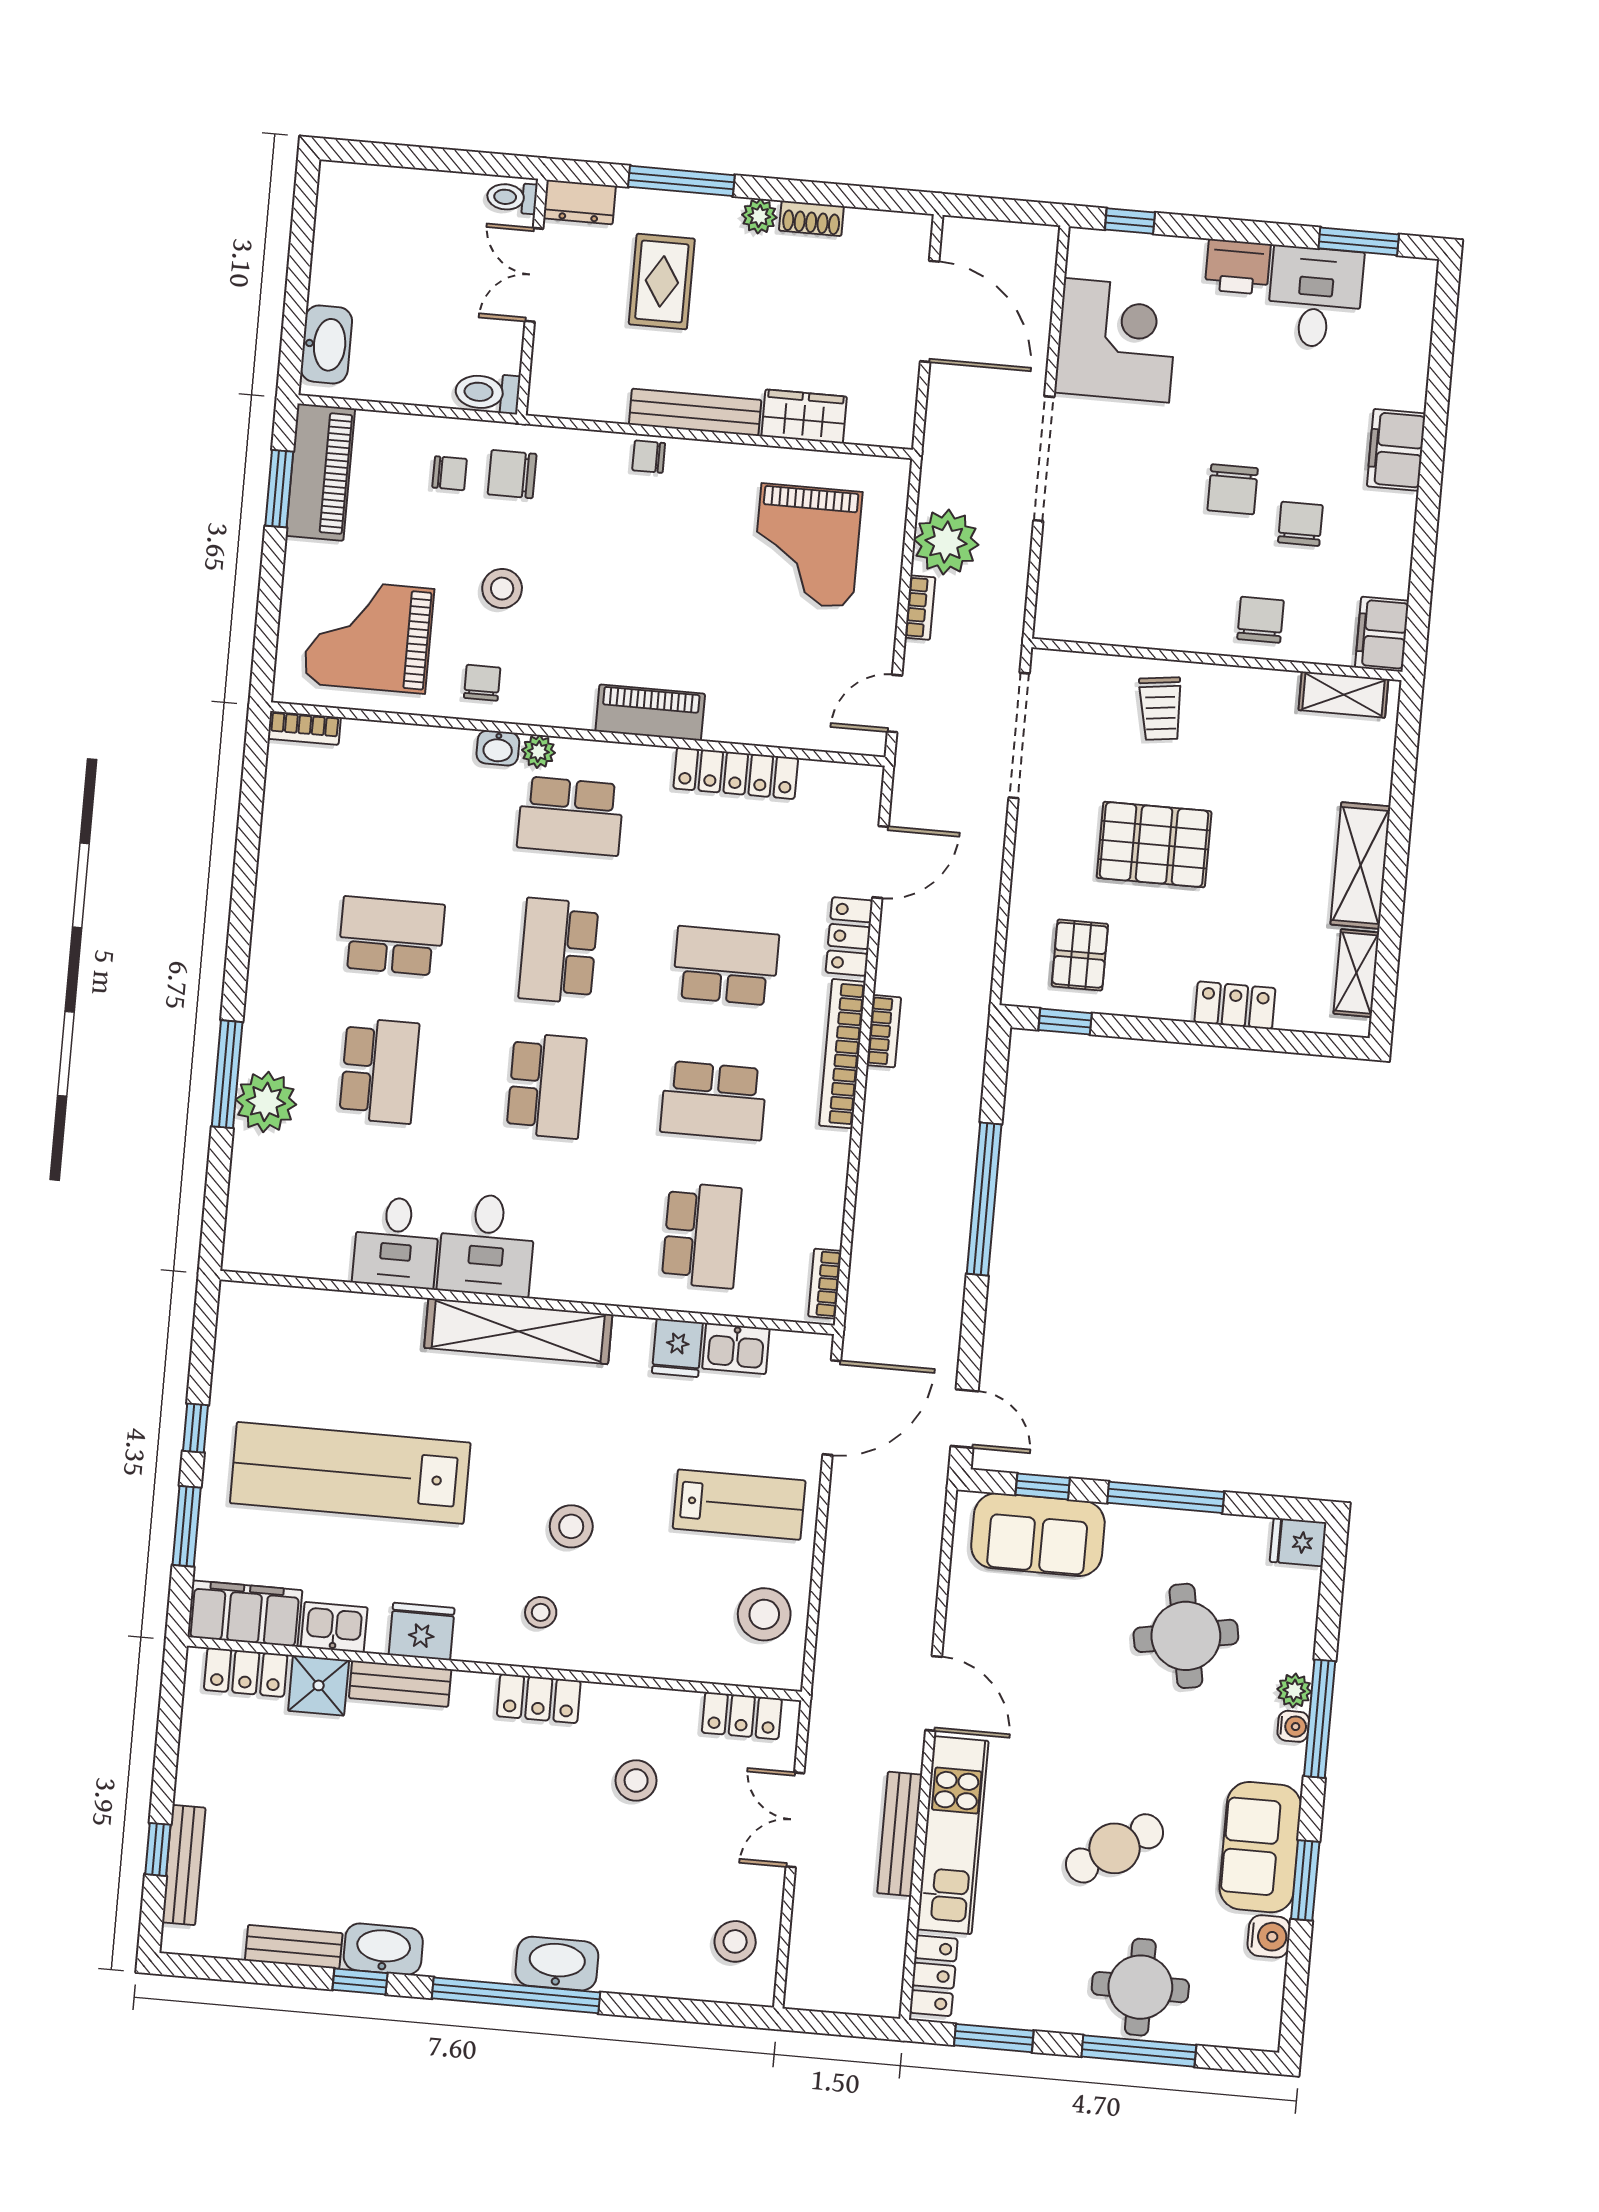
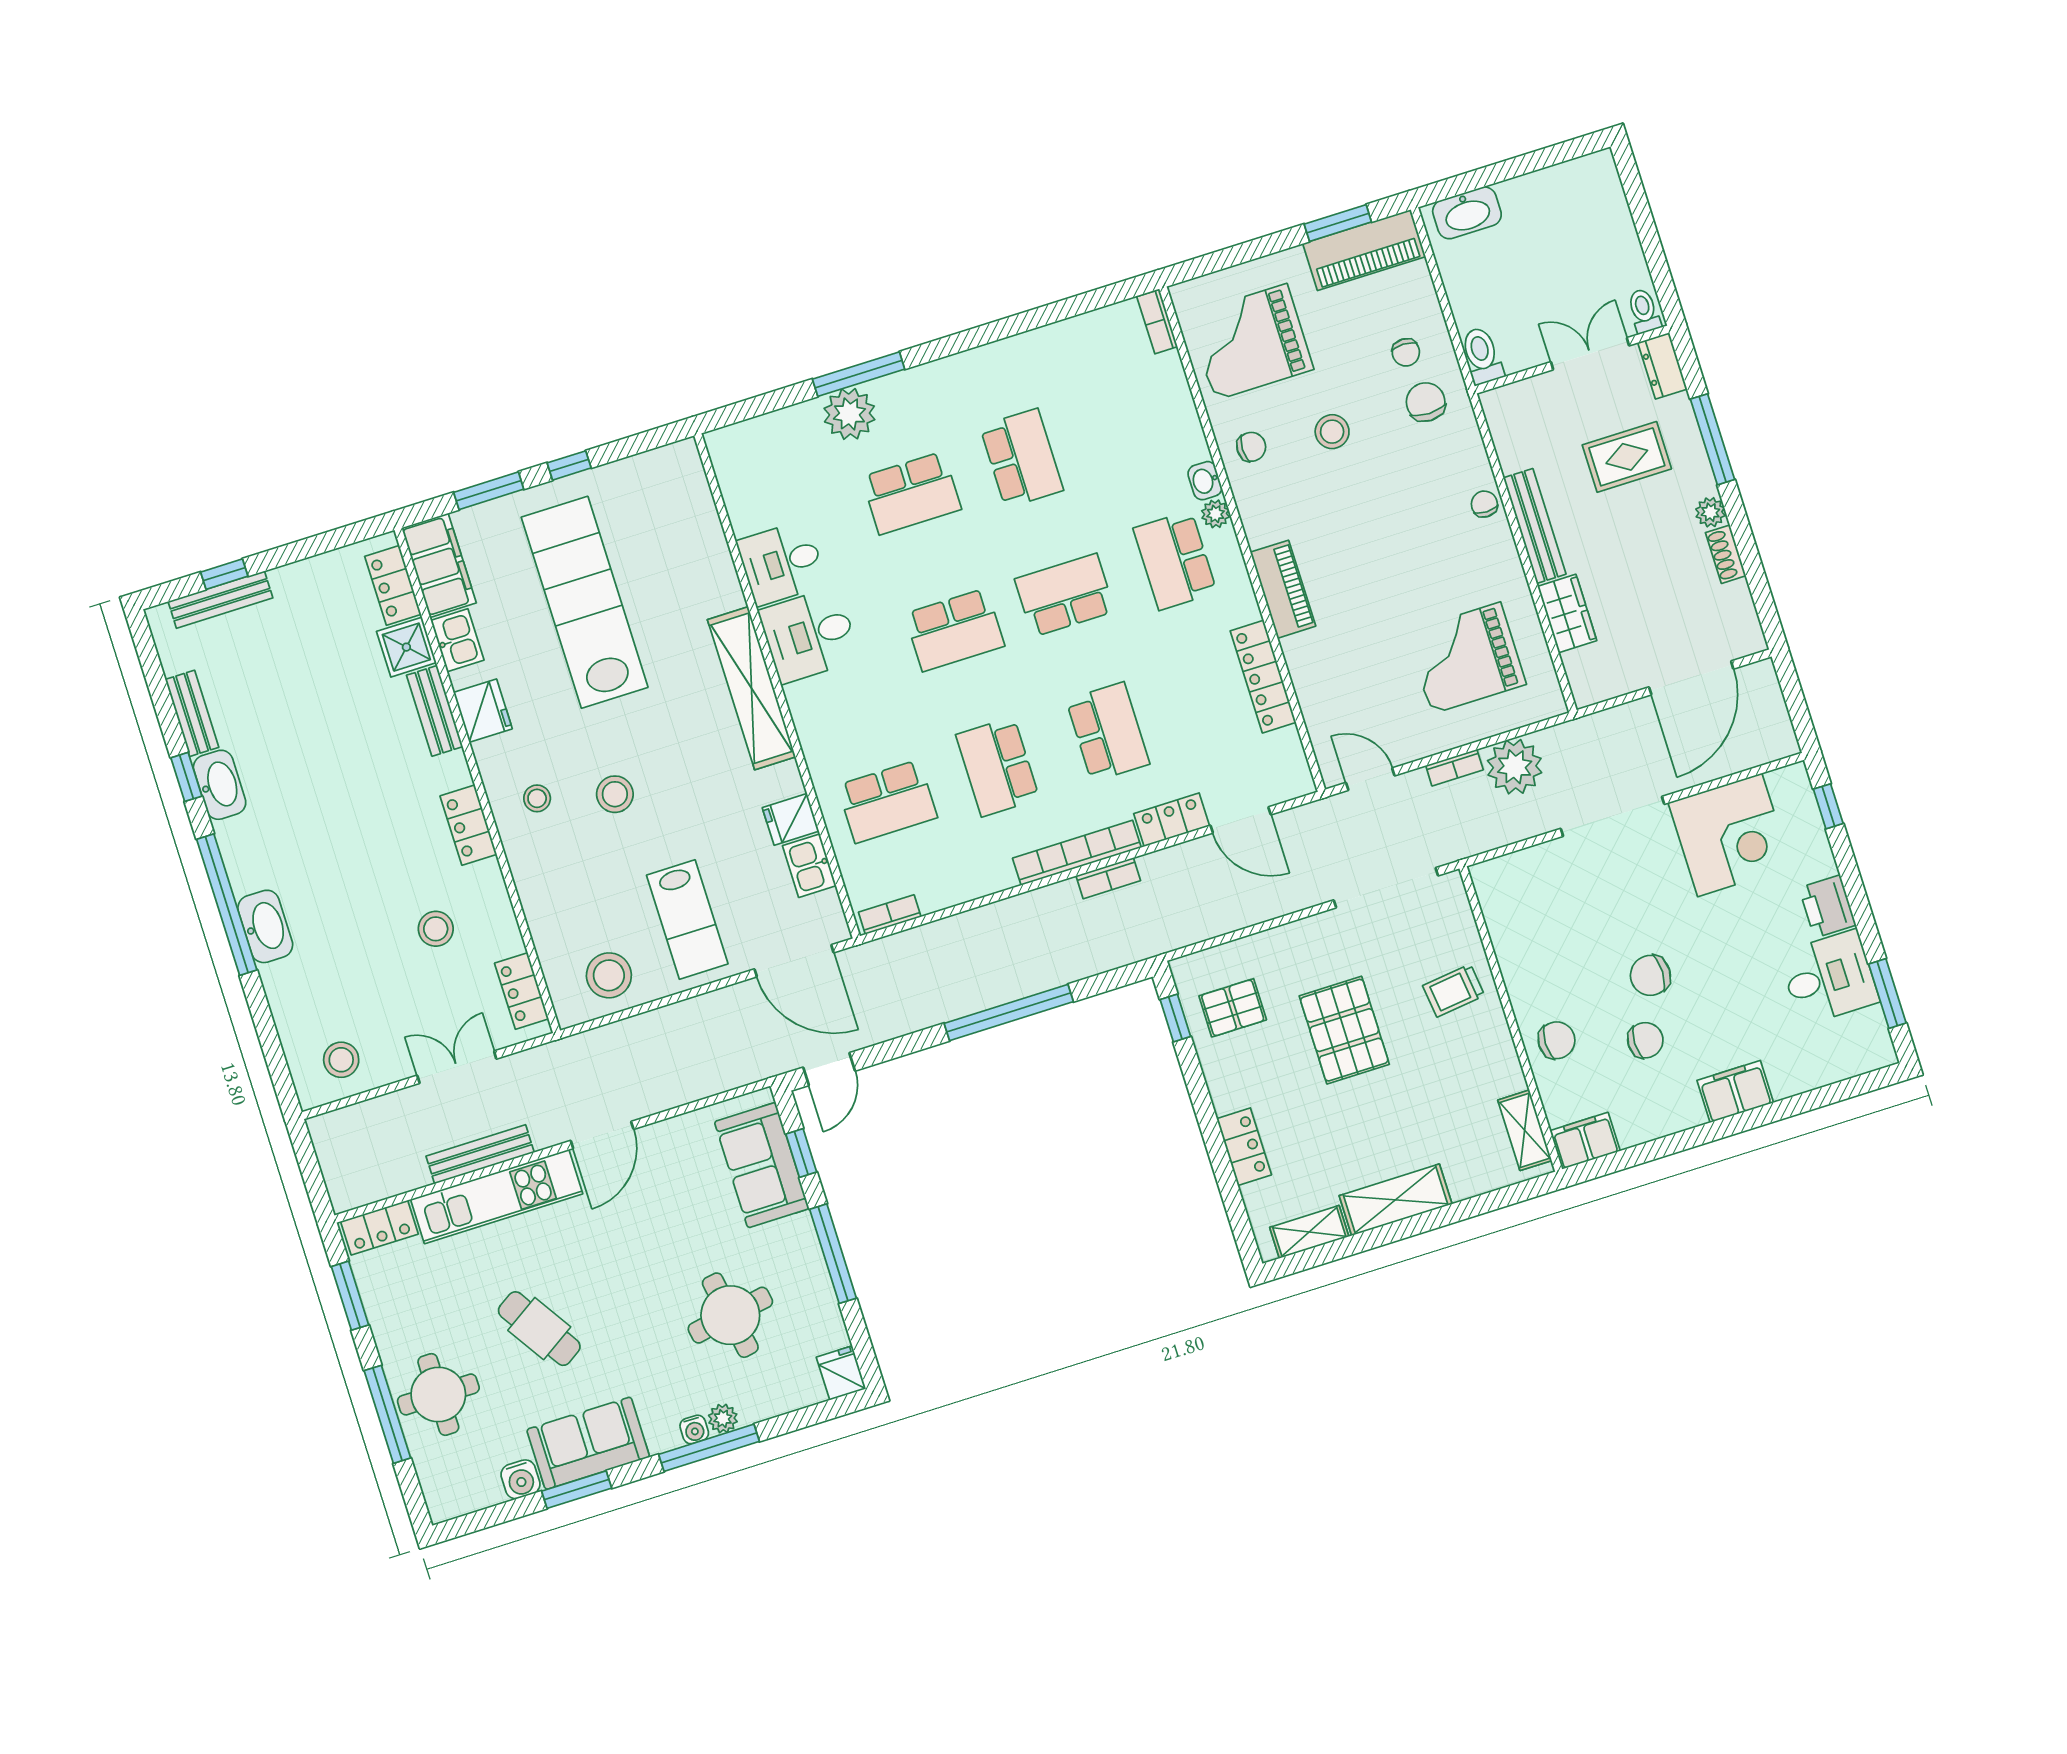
grand piano: (369, 636) -> (1251, 342), turned -90

